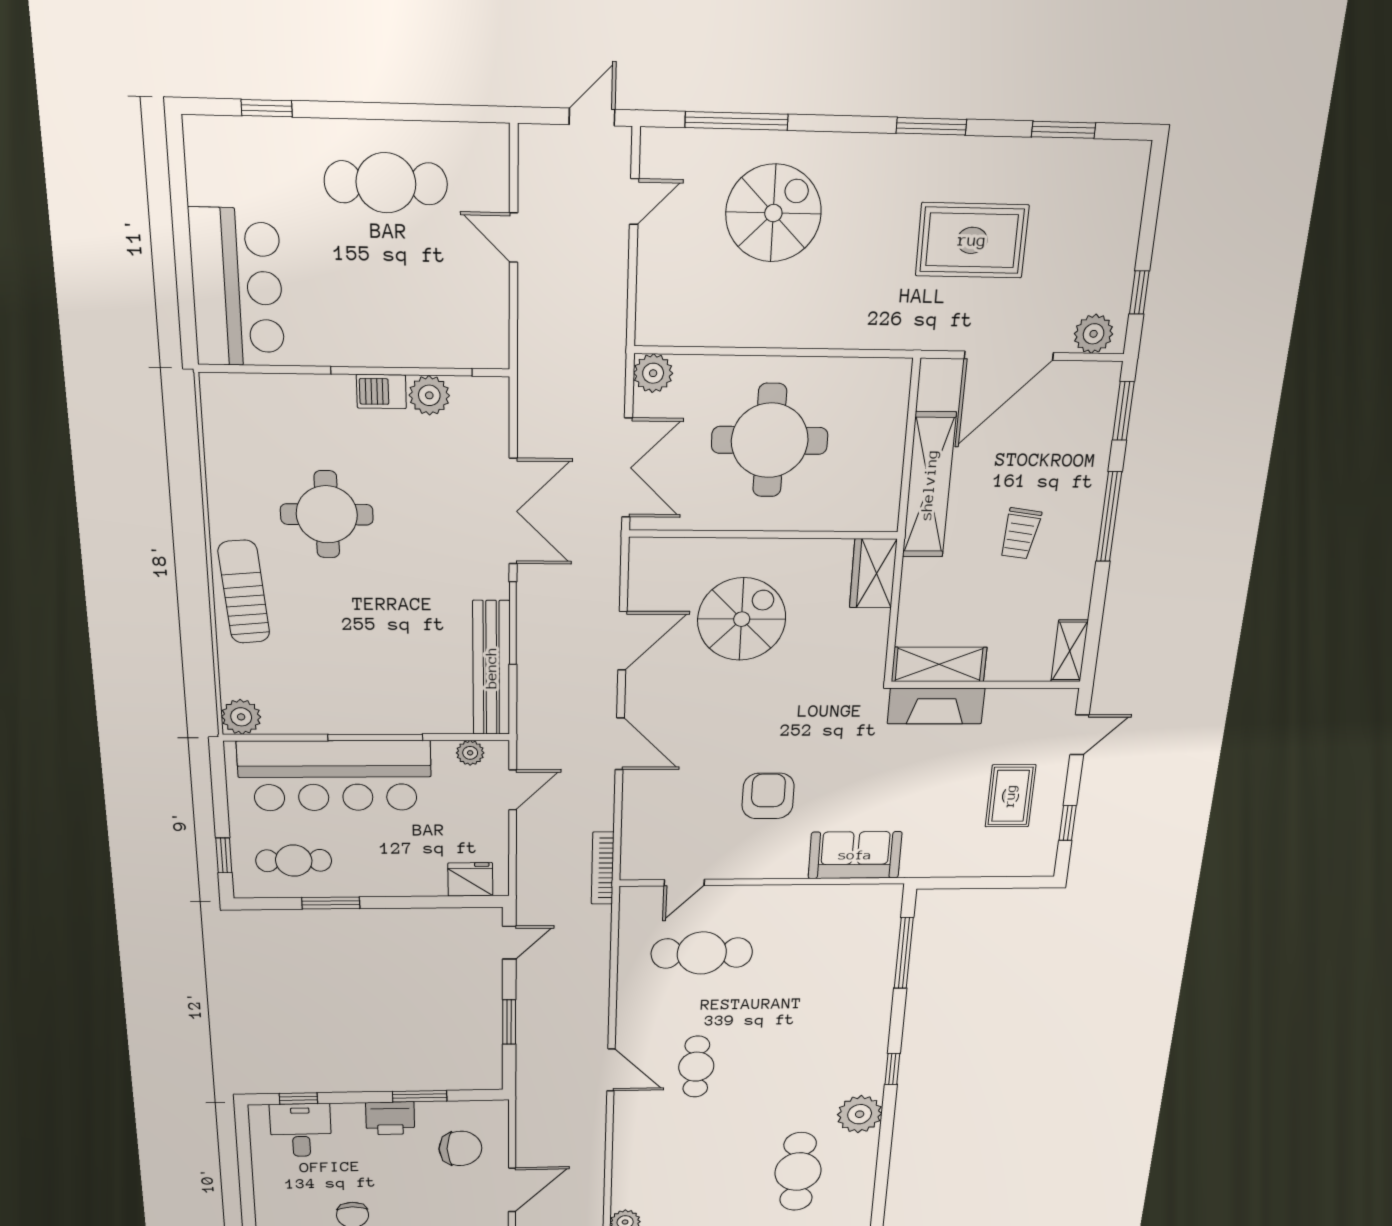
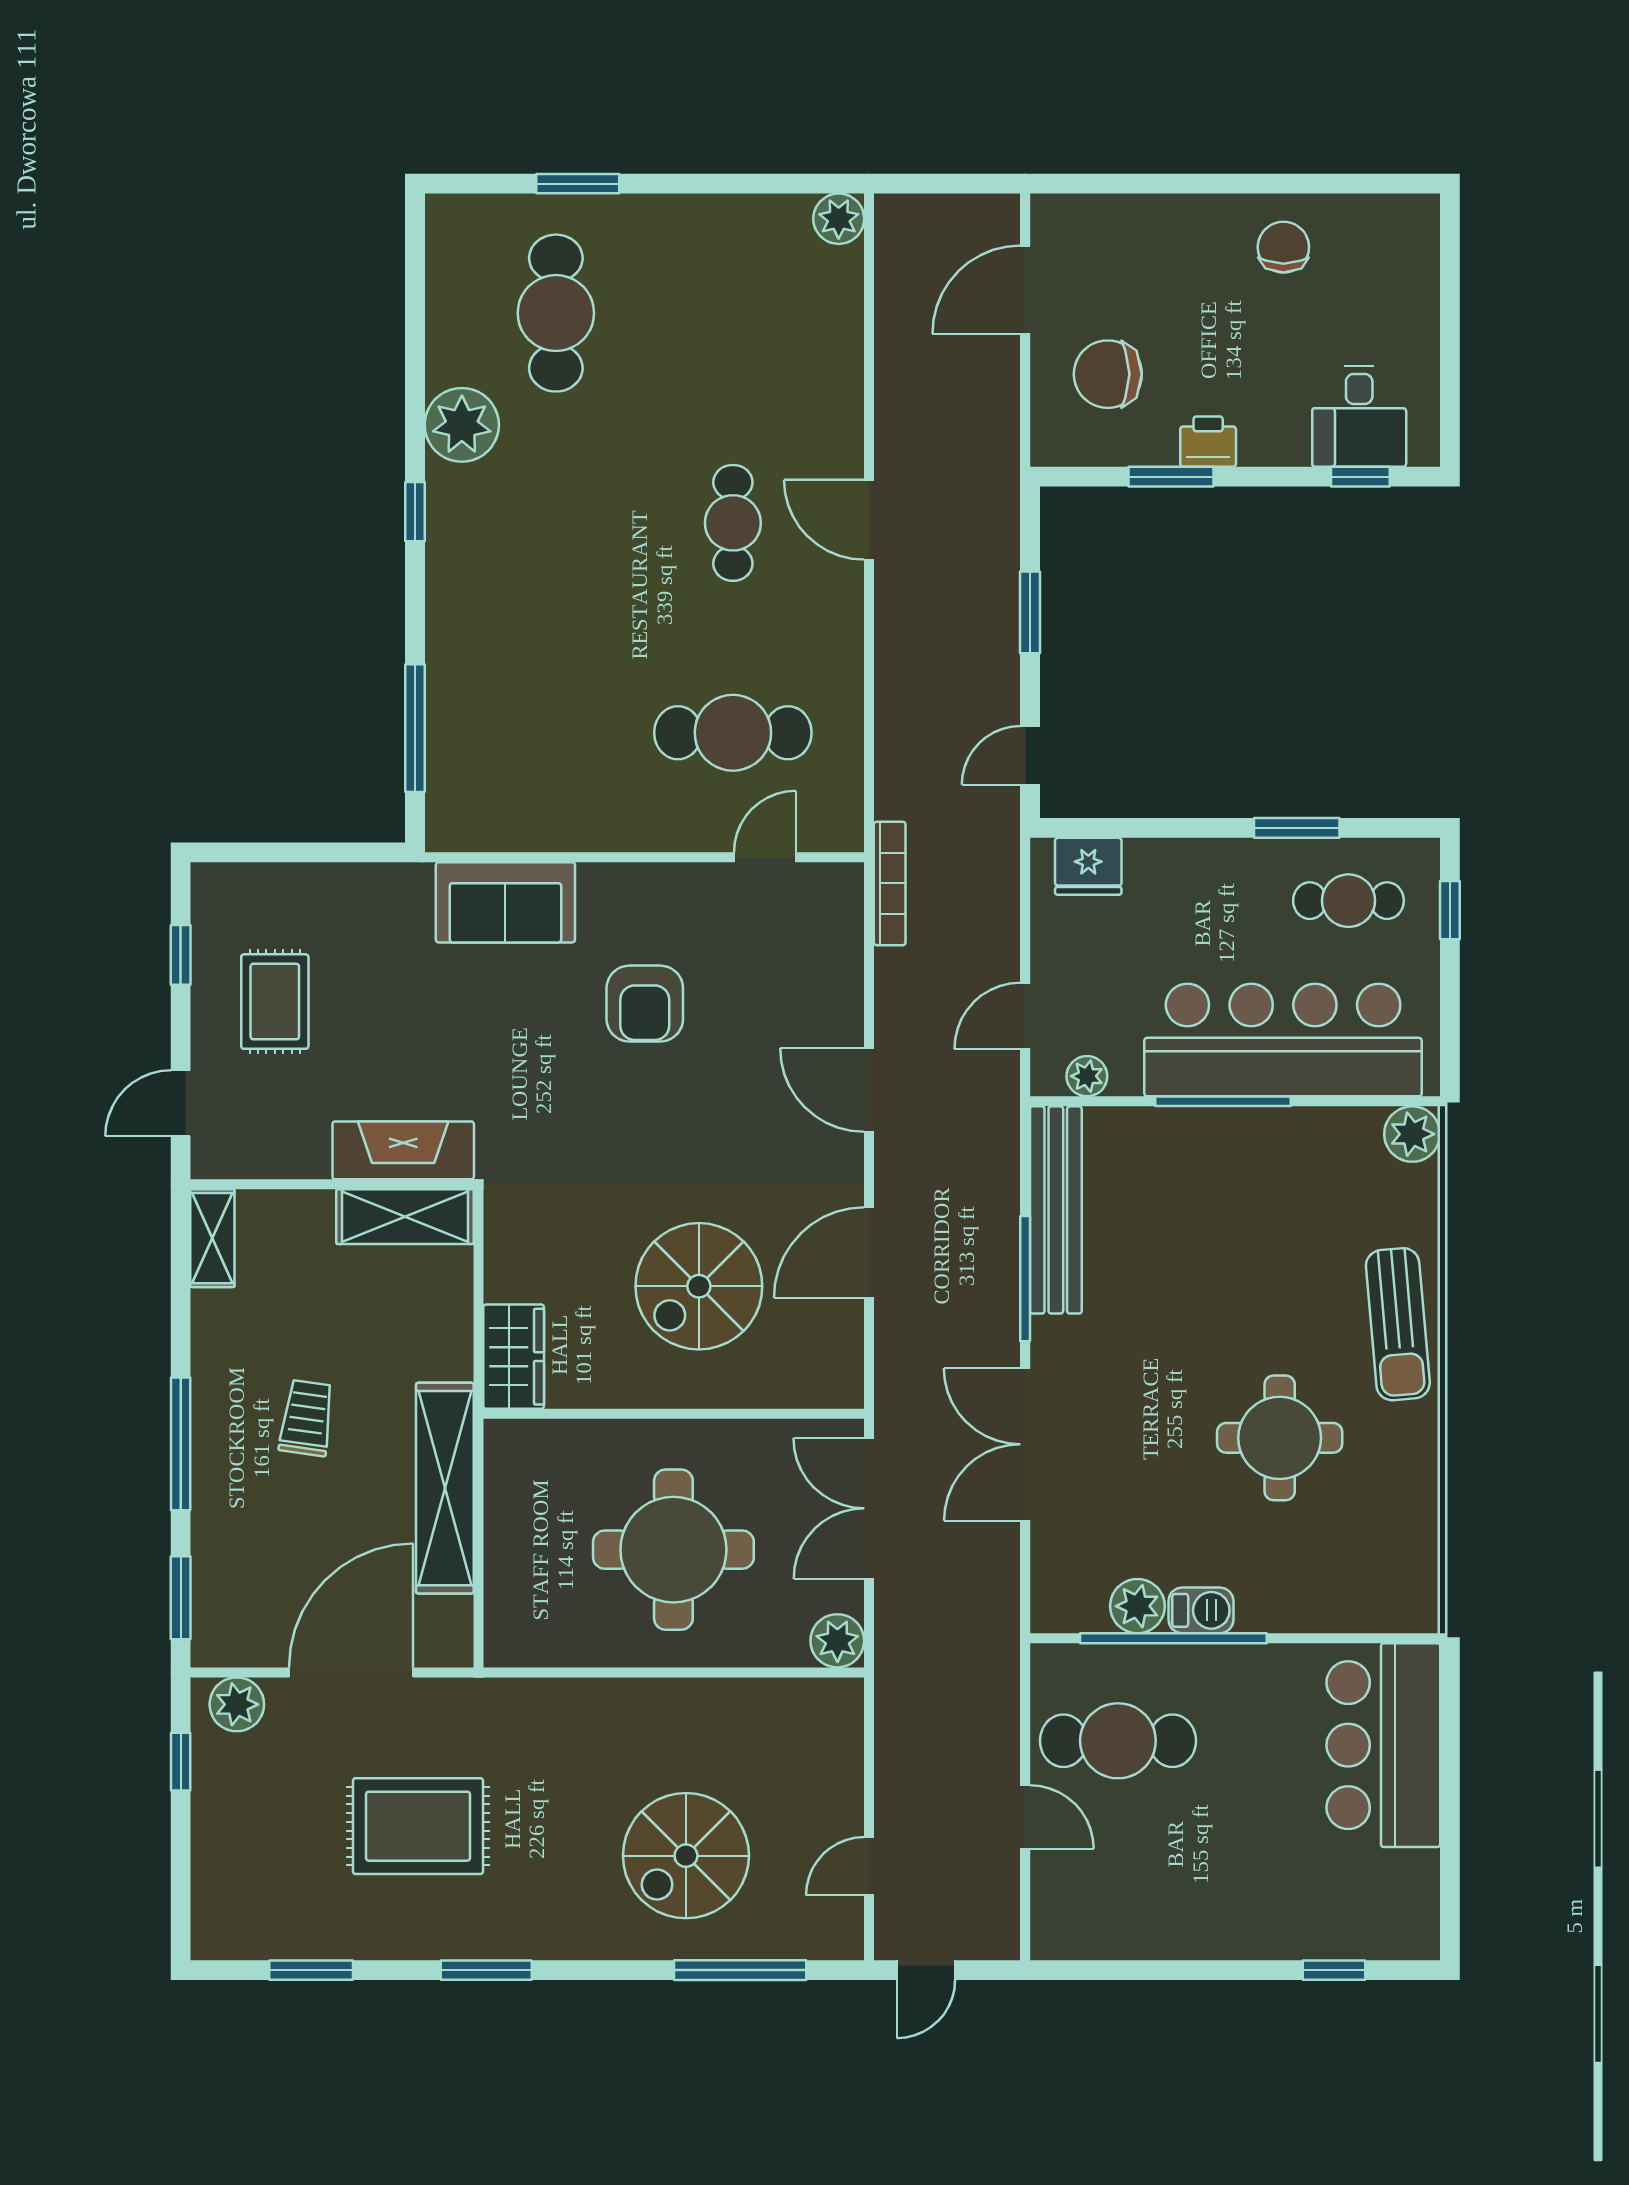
cafe table: (386, 183) -> (1118, 1741), moved
printer: (390, 1118) -> (1208, 442), width x0.73, depth x0.81

